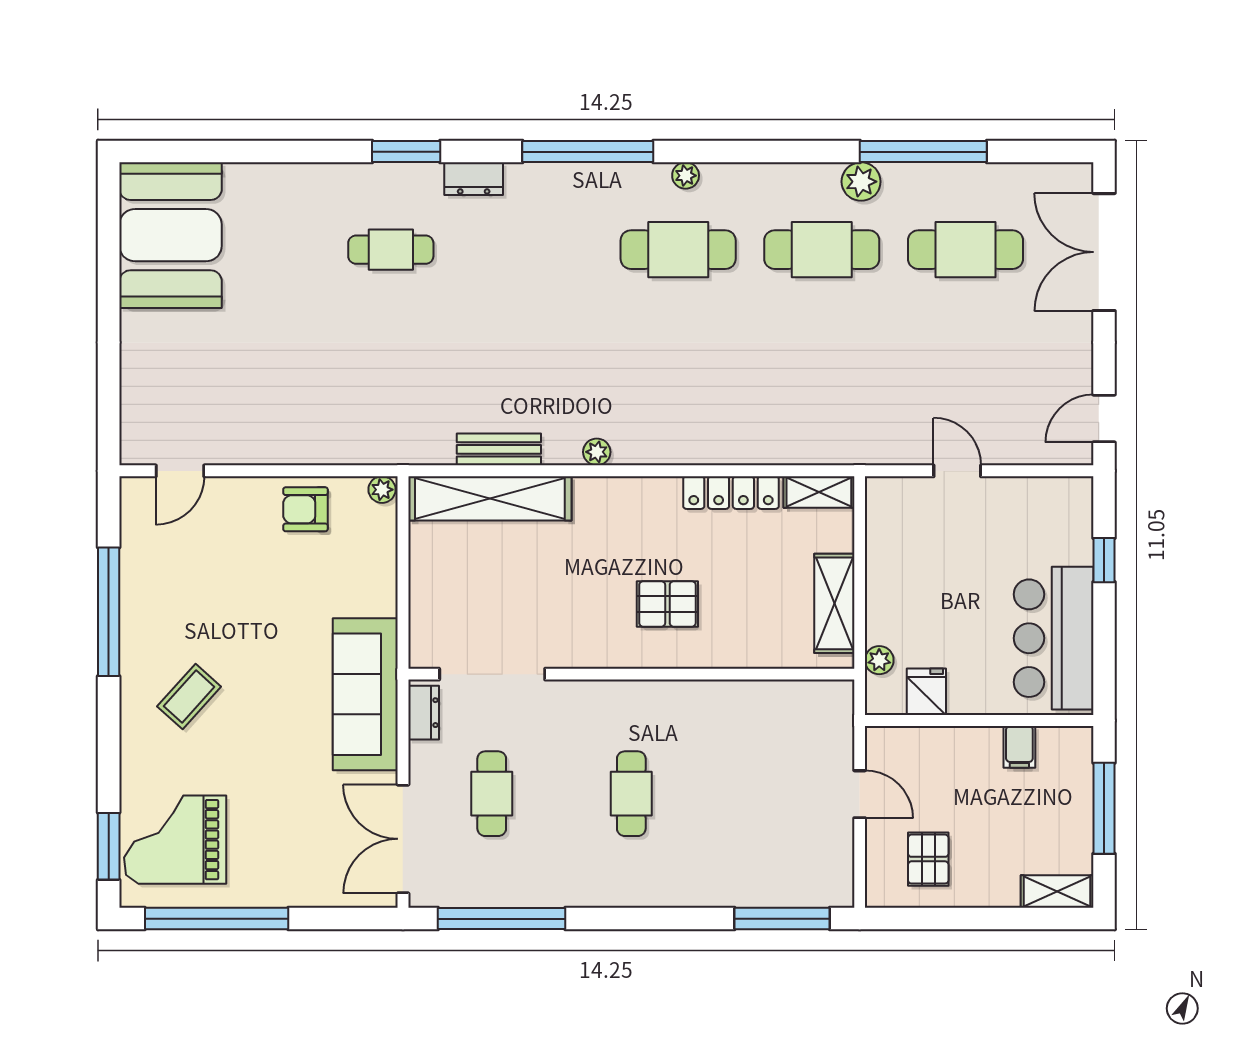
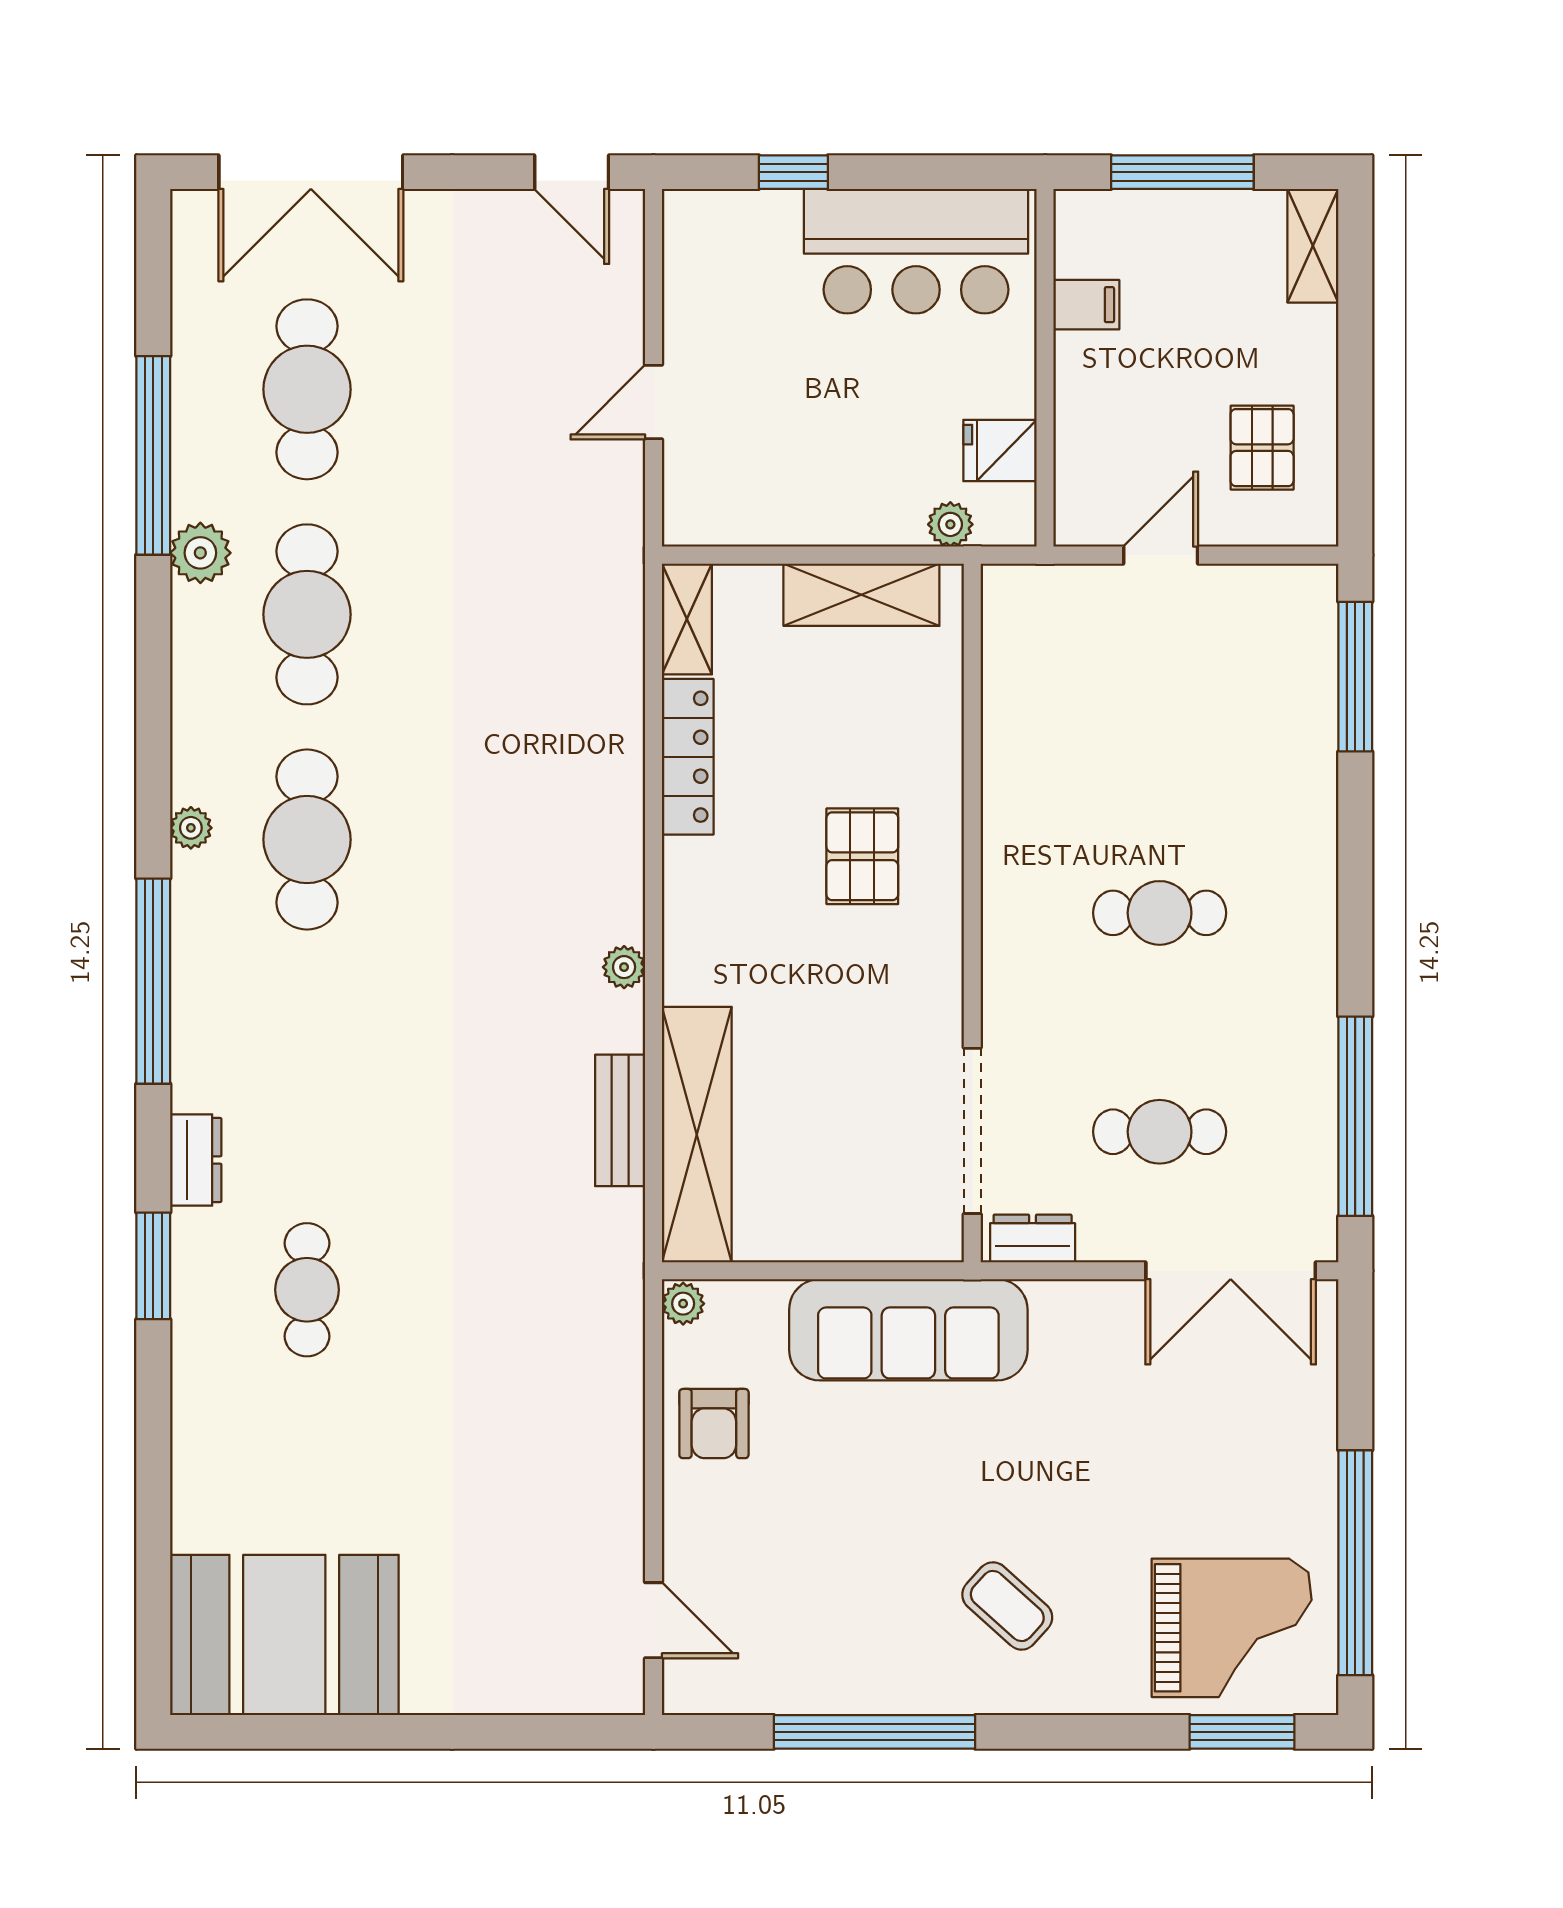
sofa: (365, 694) -> (908, 1330), moved
grand piano: (175, 840) -> (1232, 1628), turned -90
pallet: (928, 859) -> (1262, 448), turned 90

